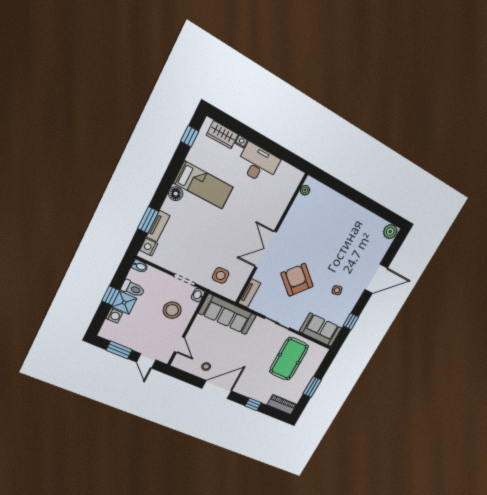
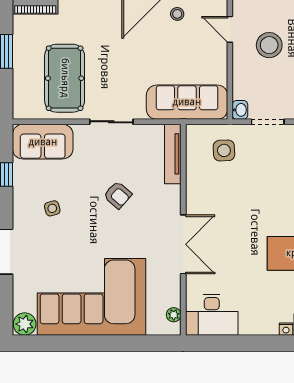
desk: (258, 164) -> (212, 315), moved
corner sofa: (345, 227) -> (92, 297), added
double door: (266, 249) -> (183, 244), moved
armchair: (297, 280) -> (118, 195), width x0.53, depth x0.53
tv unit: (249, 293) -> (173, 154), width x1.41
stool: (172, 310) -> (269, 45), moved

